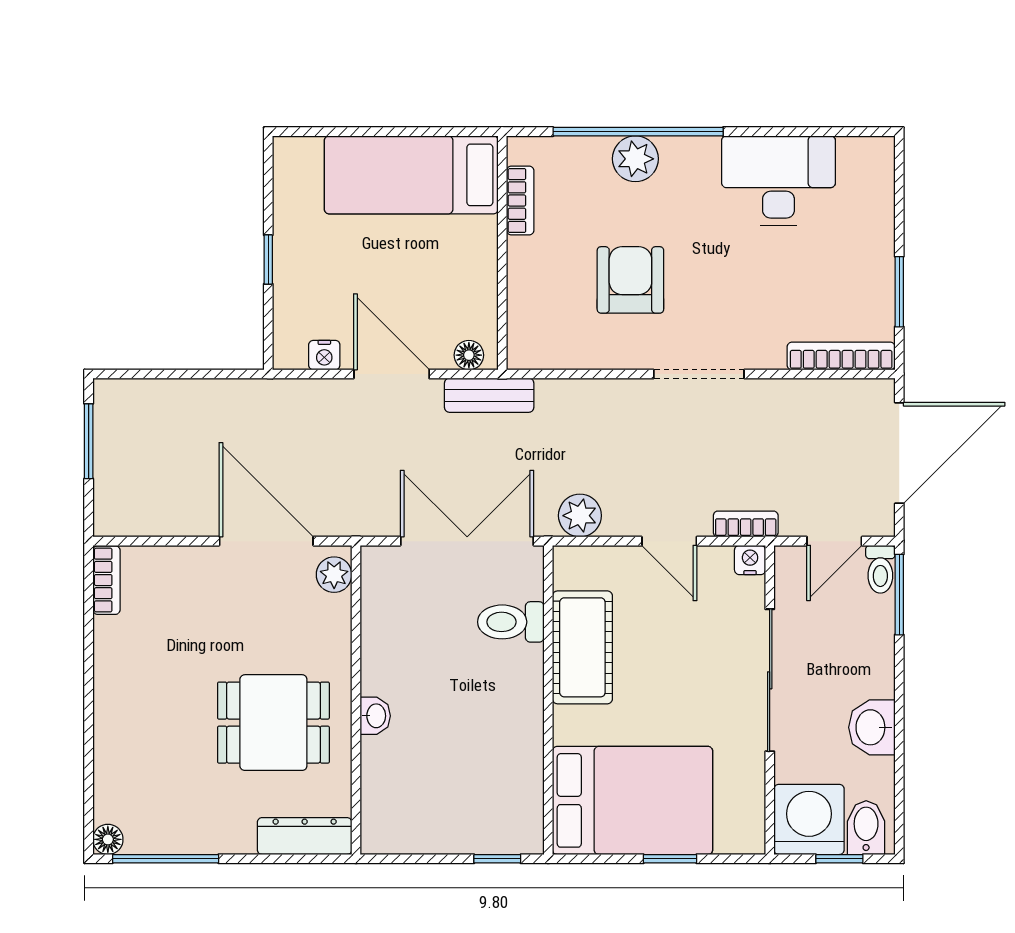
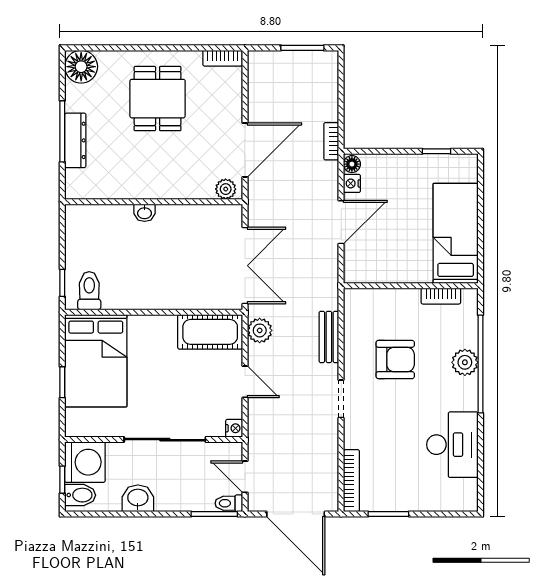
window: (268, 259) -> (437, 151), moved
floor lamp: (469, 355) -> (352, 164), moved
doorway: (699, 374) -> (341, 399), width x0.73
bench: (489, 395) -> (329, 337), moved
bookcase: (746, 524) -> (331, 141), moved, turned 180
door: (669, 541) -> (245, 382), swing flipped
toilet: (511, 622) -> (89, 291), moved
cot: (582, 647) -> (210, 332), moved
dining table: (273, 723) -> (158, 99), moved
dresser: (305, 836) -> (75, 140), moved
floor lamp: (108, 839) -> (81, 67), width x1.89, depth x1.89
window: (166, 859) -> (62, 131), moved

